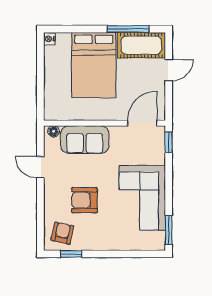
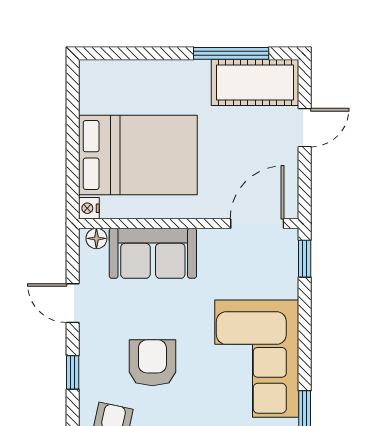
nightstand: (49, 39) -> (89, 208), moved
bed: (94, 65) -> (138, 155), moved, turned -90
armchair: (84, 200) -> (152, 363), turned 90
window: (40, 205) -> (73, 372), added

